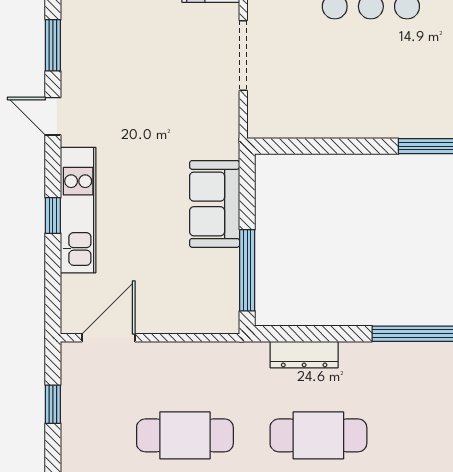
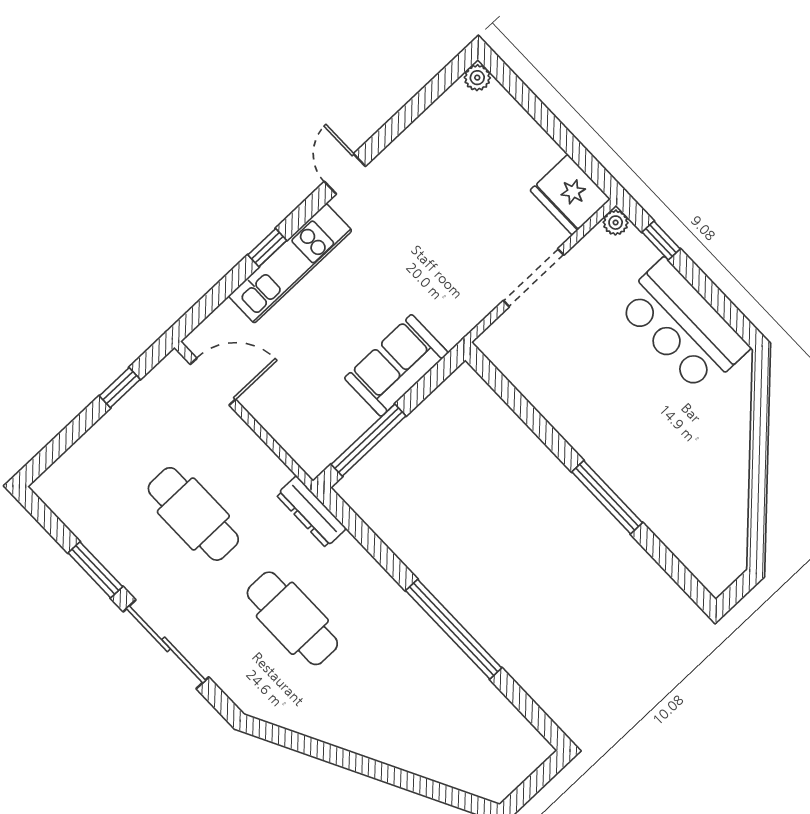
window: (53, 45) -> (400, 121), removed
dresser: (304, 355) -> (311, 512), moved

